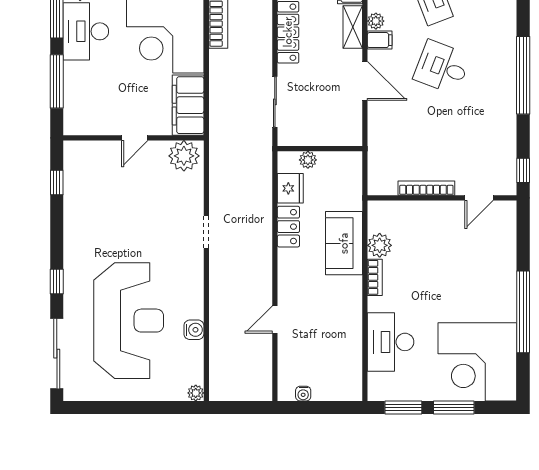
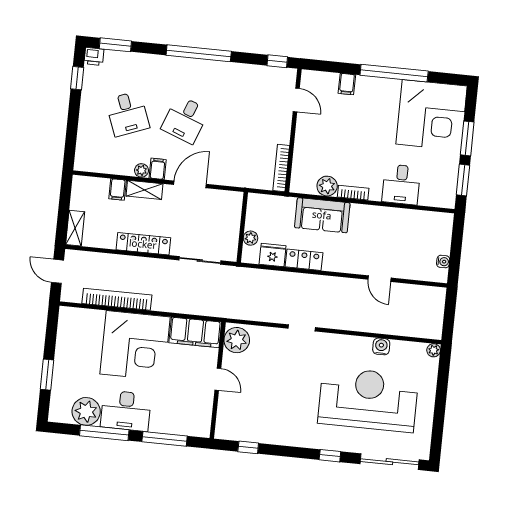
bookcase: (426, 188) -> (281, 168), moved
filing cabinet: (504, 257) -> (347, 84), added
desk: (391, 342) -> (401, 184), width x0.73

